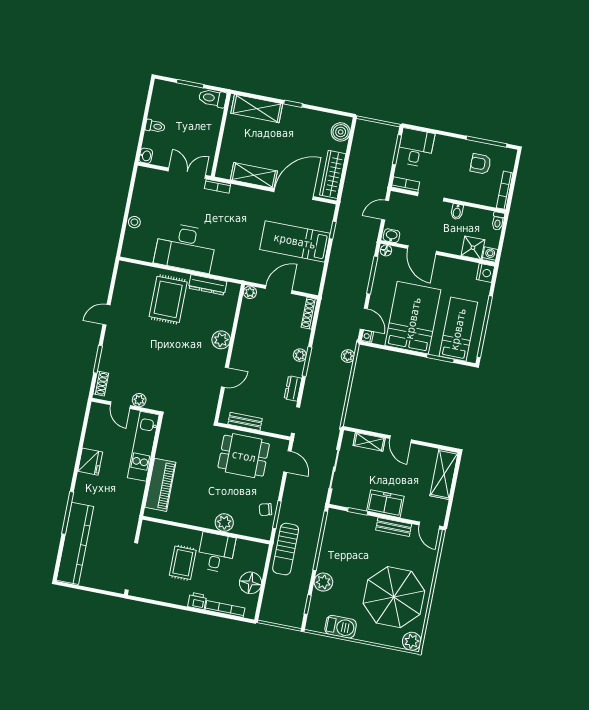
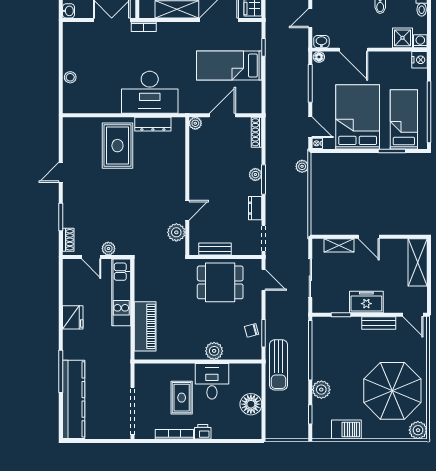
desk: (185, 248) -> (150, 92), moved
plant: (221, 340) -> (176, 232), moved
bookcase: (225, 609) -> (174, 434), moved

